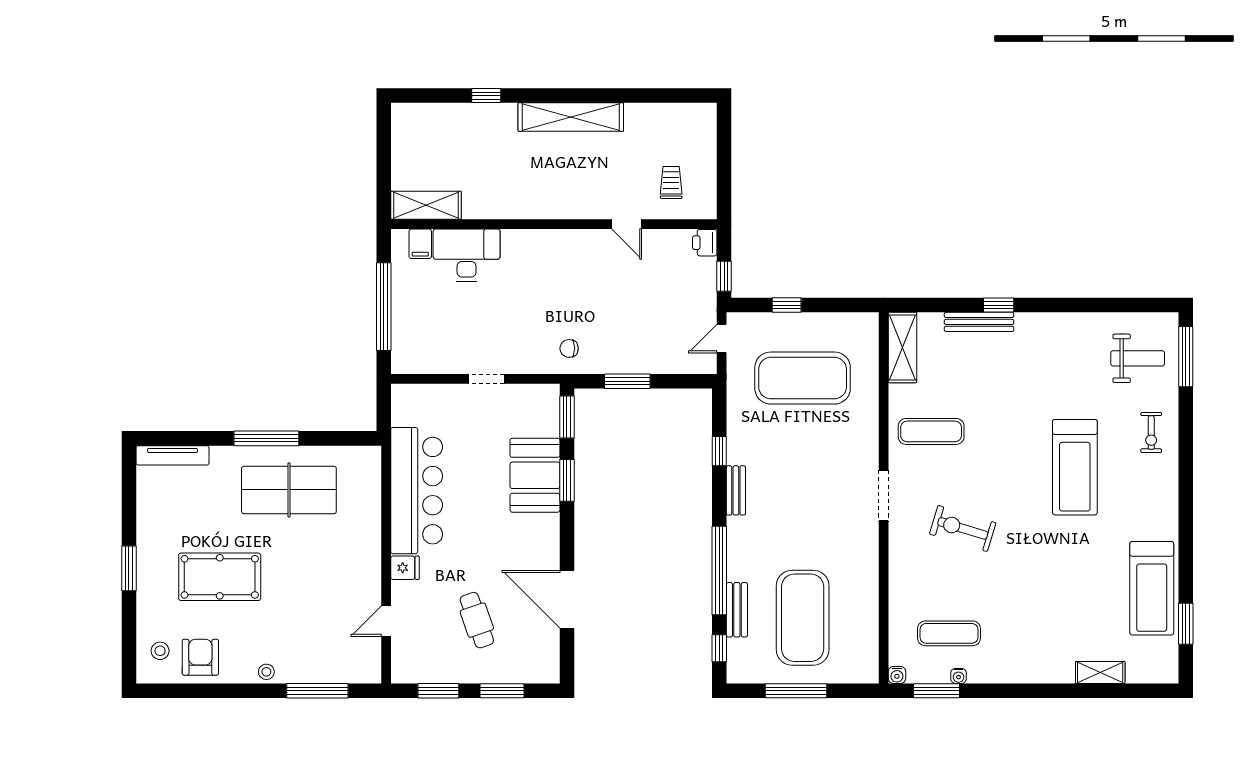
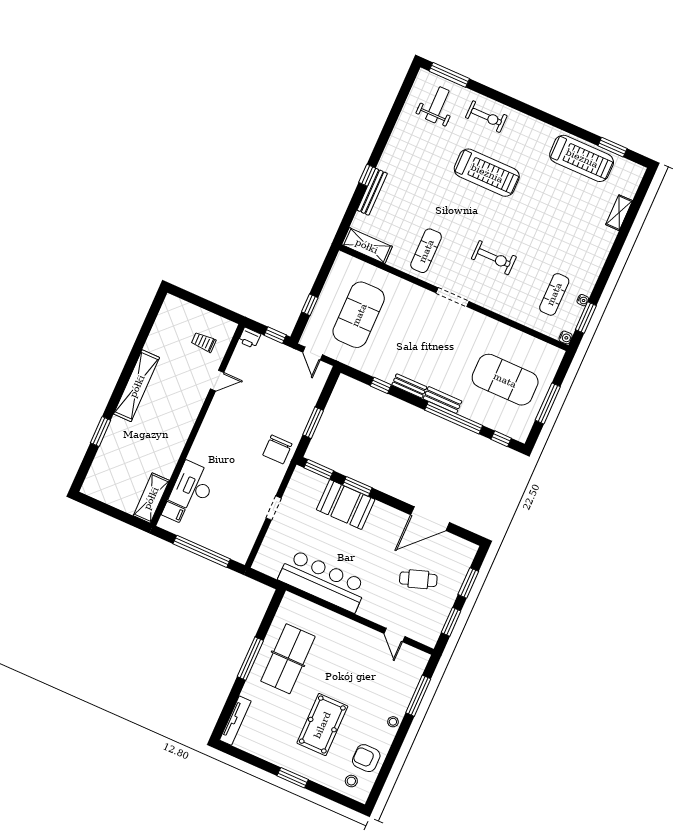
window: (486, 96) -> (101, 432), width x1.50
chair: (569, 348) -> (277, 449), width x1.87, depth x1.87
exercise bike: (1151, 433) -> (486, 117), width x1.38, depth x1.39
exercise bike: (963, 528) -> (494, 258), turned -107
fridge: (405, 568) -> (367, 609), removed
bench: (737, 610) -> (443, 400), moved

